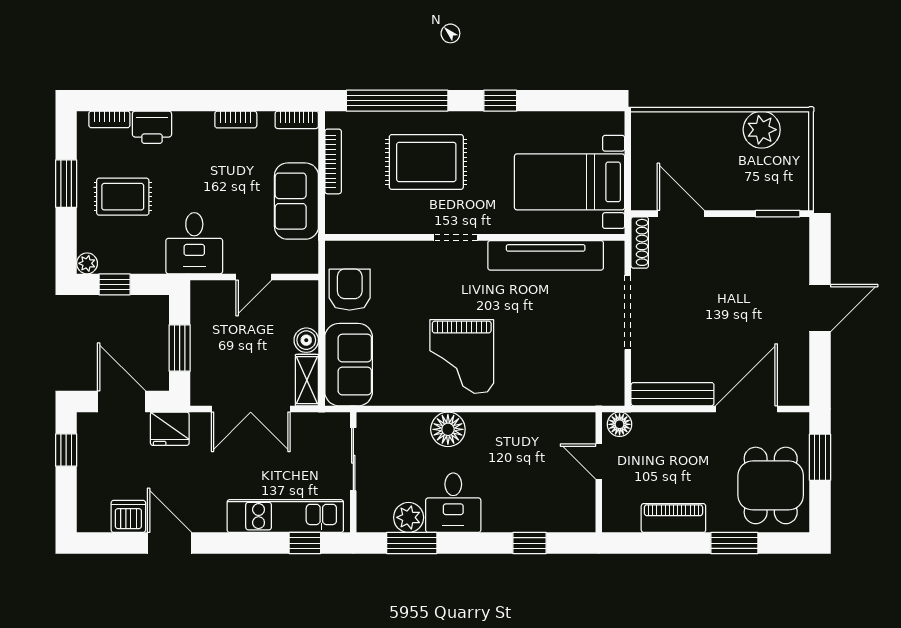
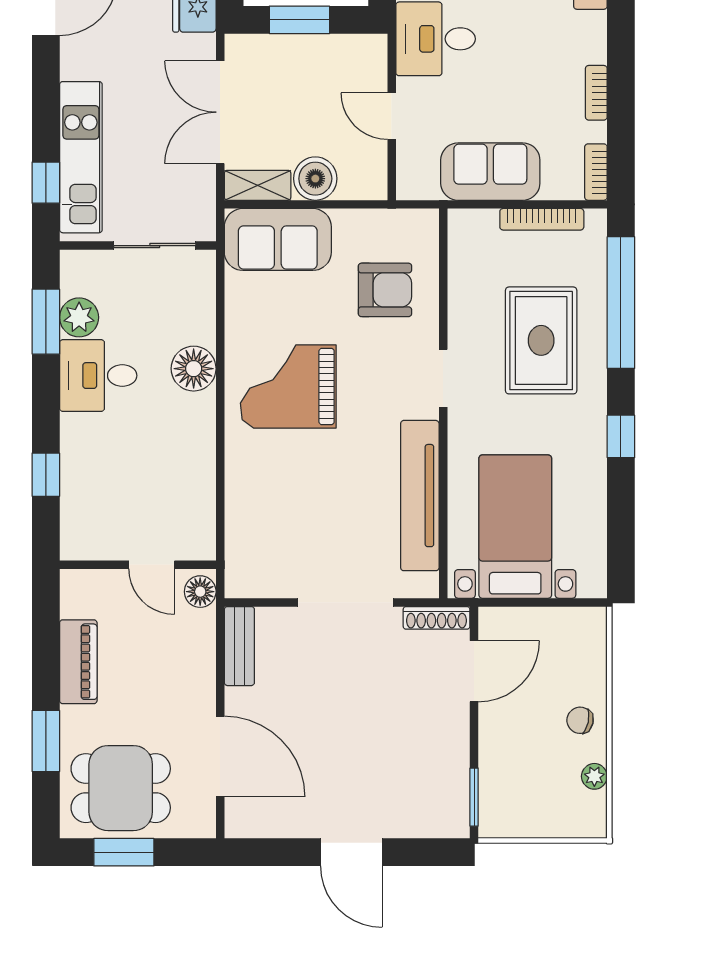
plant: (762, 130) -> (594, 776), width x0.53, depth x0.53
chair: (719, 132) -> (580, 720), added
armchair: (350, 290) -> (385, 290), moved
boiler: (306, 340) -> (315, 179), width x1.36, depth x1.36
bench: (672, 394) -> (239, 646), width x0.73
window: (820, 457) -> (124, 852), moved
door: (599, 462) -> (152, 565), swing flipped

